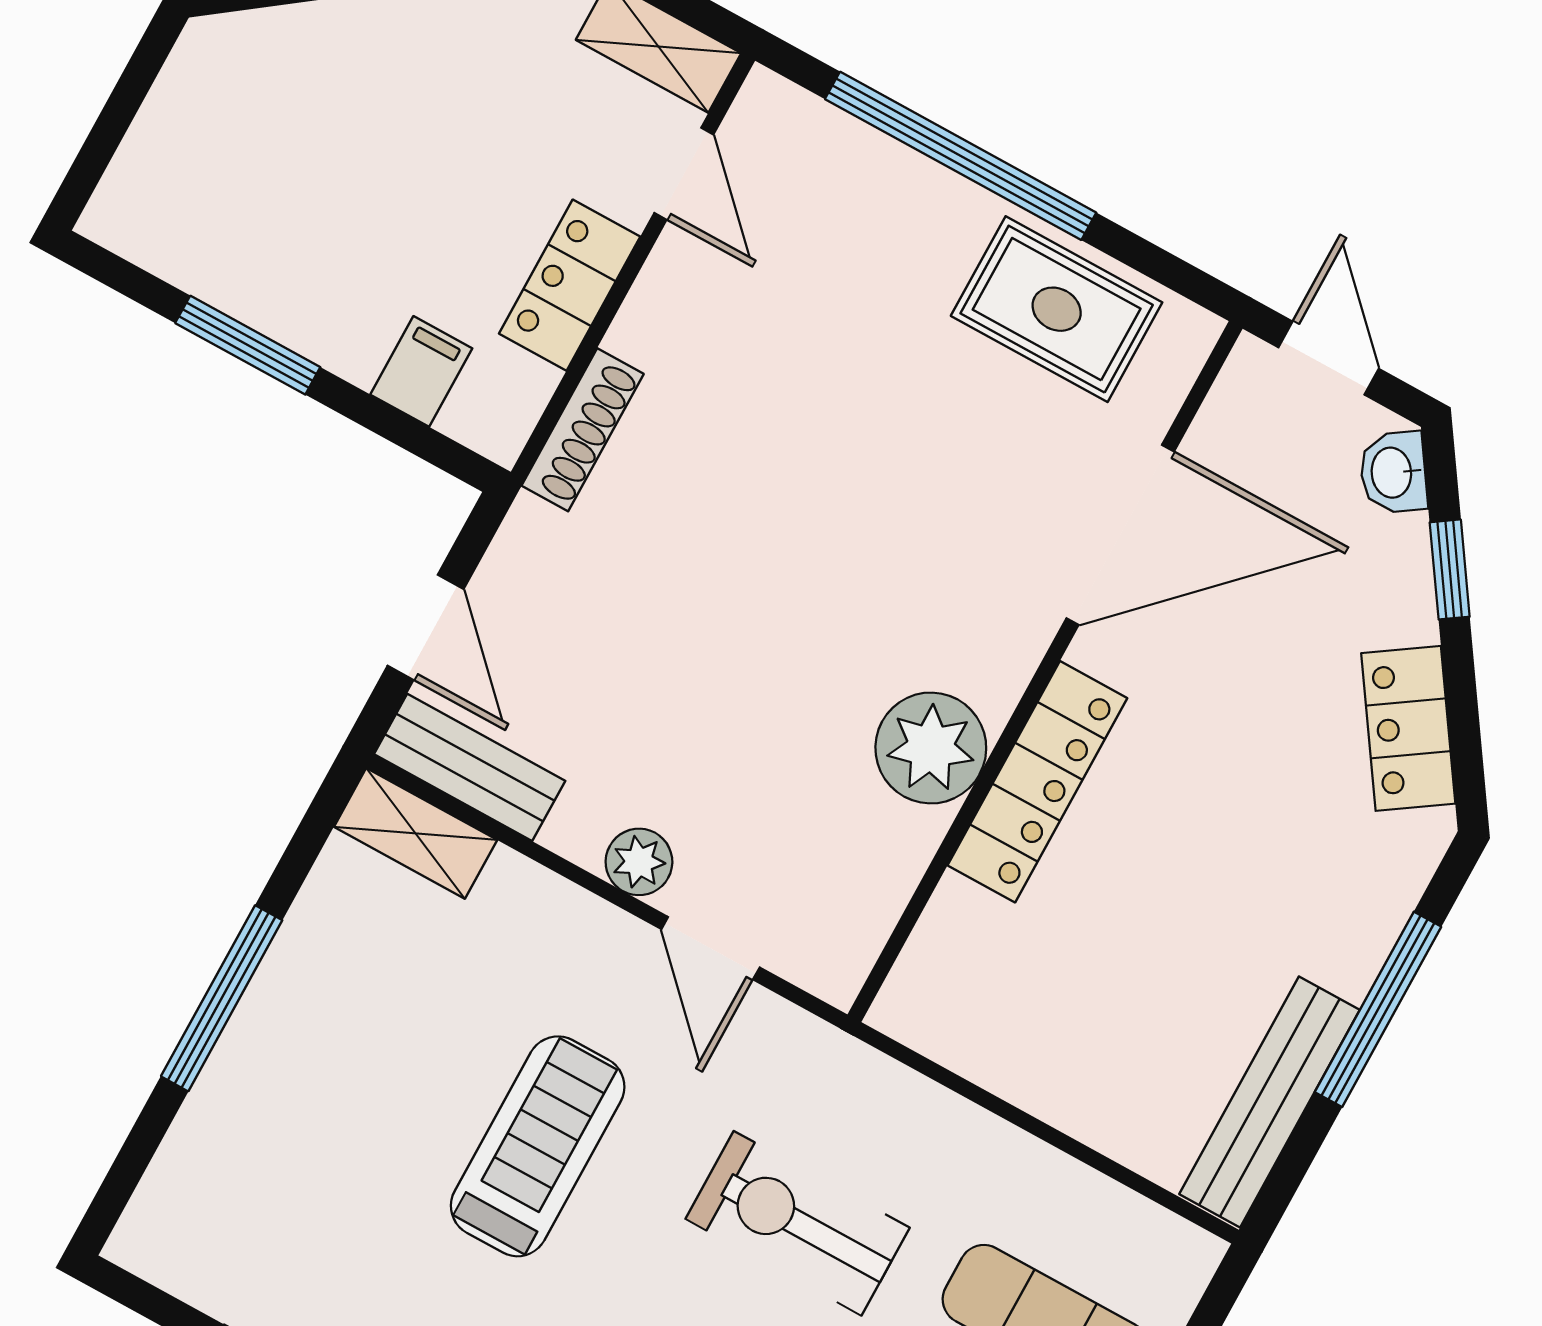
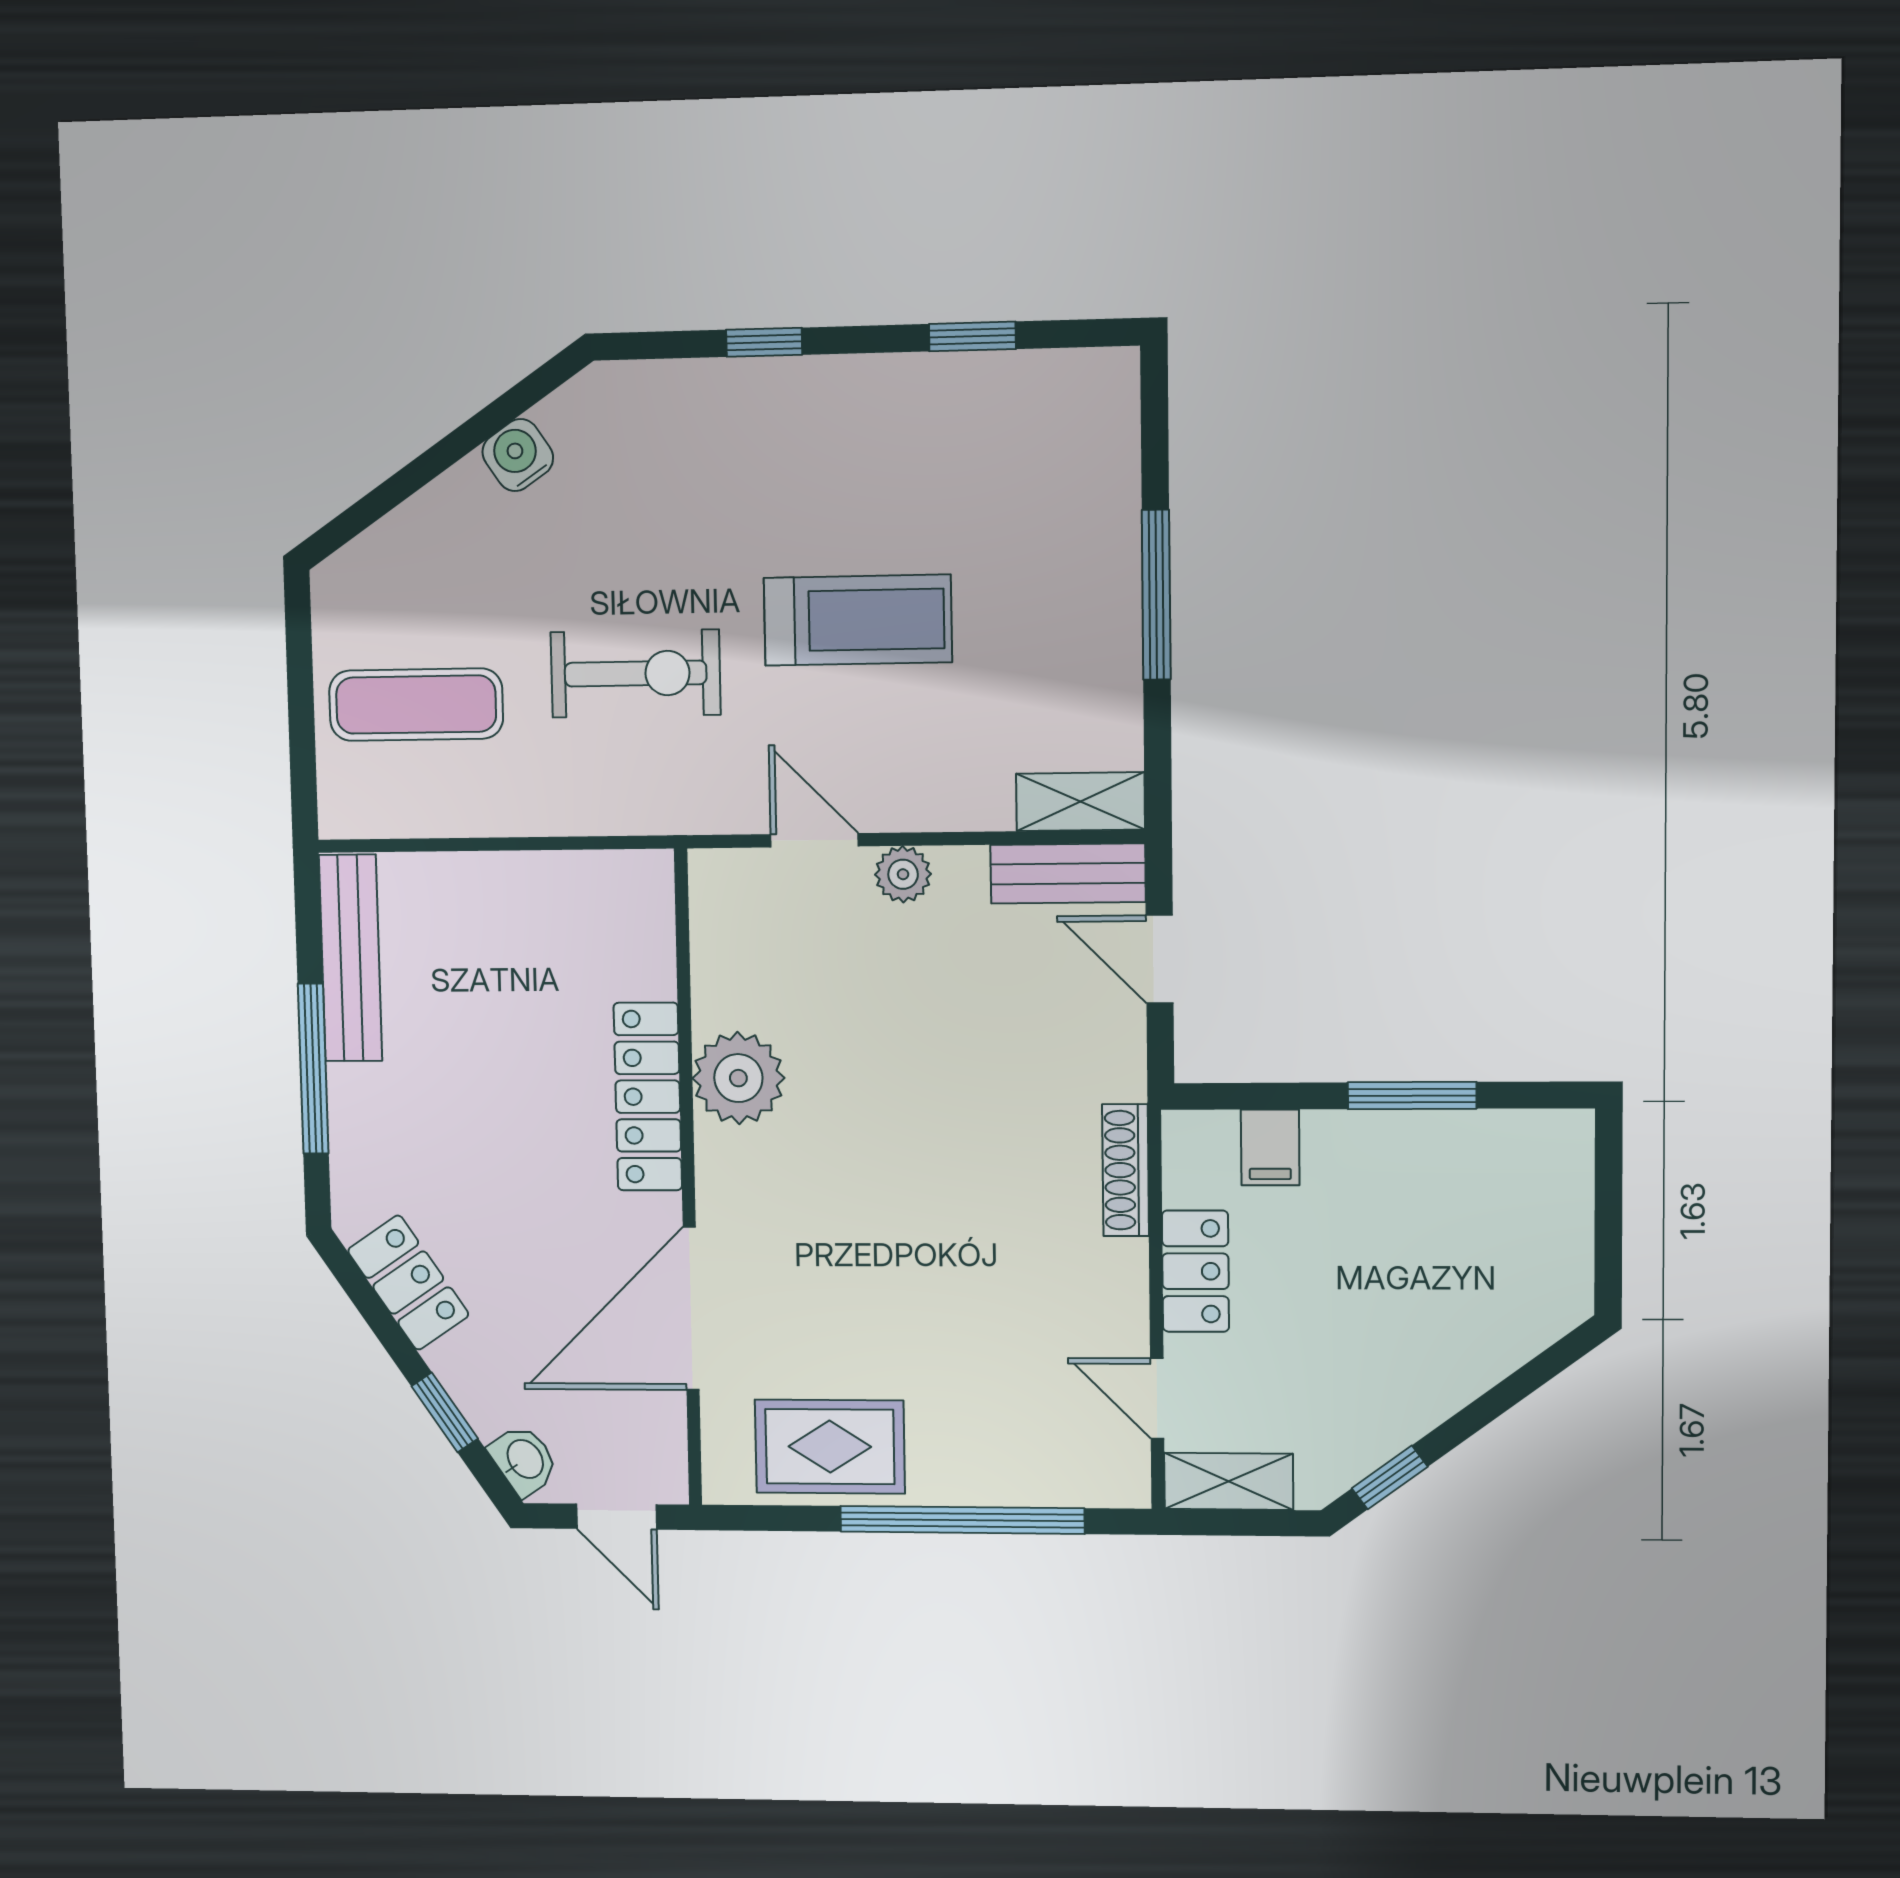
treadmill: (538, 1146) -> (858, 620), turned -90

